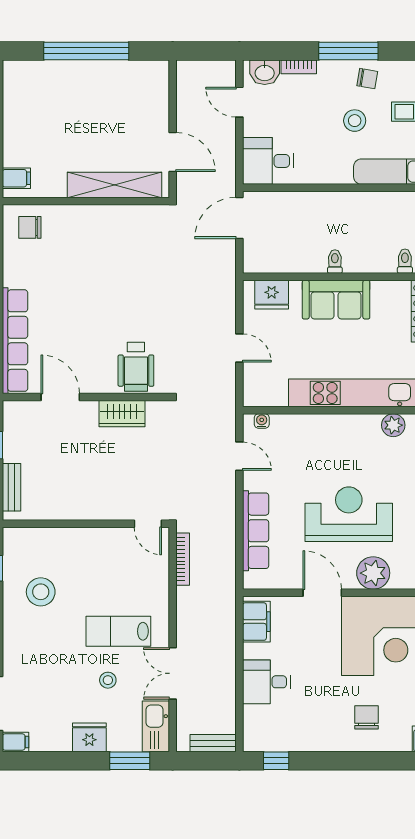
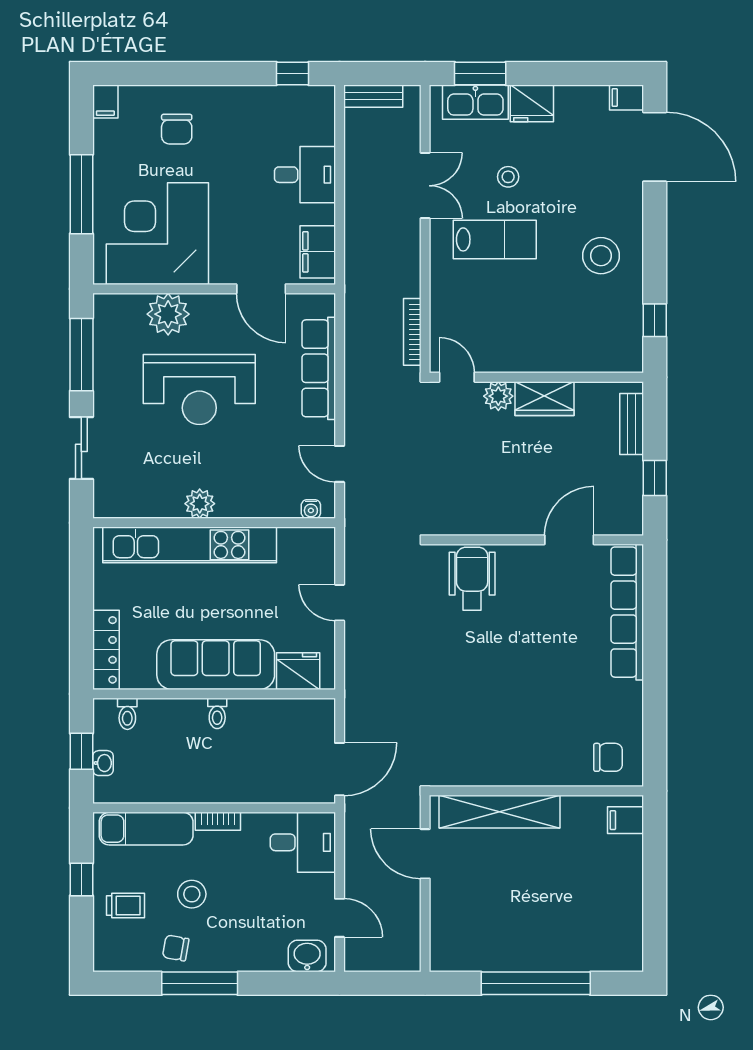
bookcase: (299, 67) -> (218, 821), moved, turned 180
sofa: (336, 300) -> (216, 665), width x1.36
door: (60, 397) -> (569, 540), swing flipped
wardrobe: (122, 414) -> (545, 399), moved, turned 180
plant: (393, 425) -> (200, 504), moved
plant: (116, 509) -> (498, 396), added
stool: (41, 592) -> (601, 256), moved
door: (322, 593) -> (261, 289), moved
kitchen sink: (156, 726) -> (475, 102), moved, turned 90

